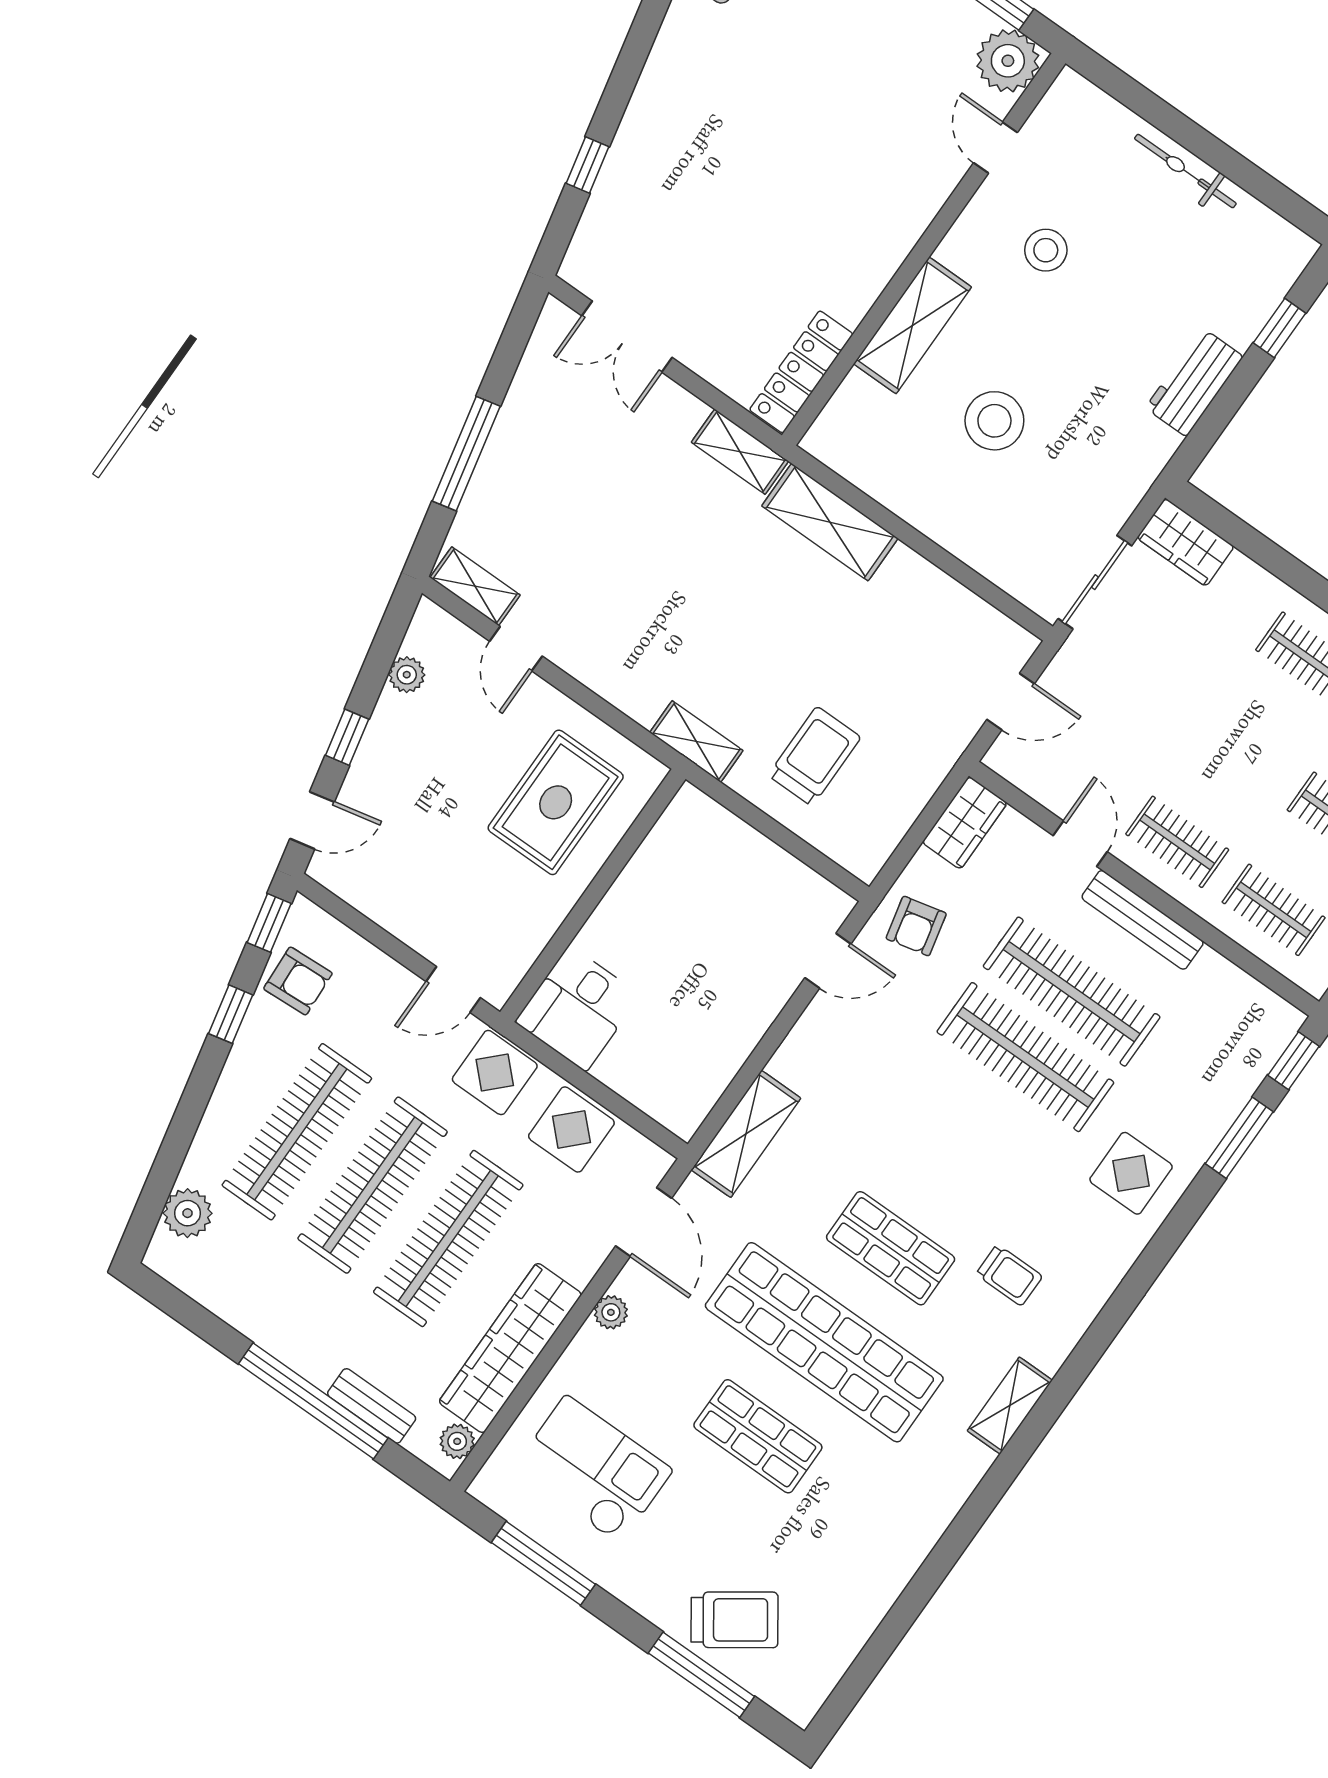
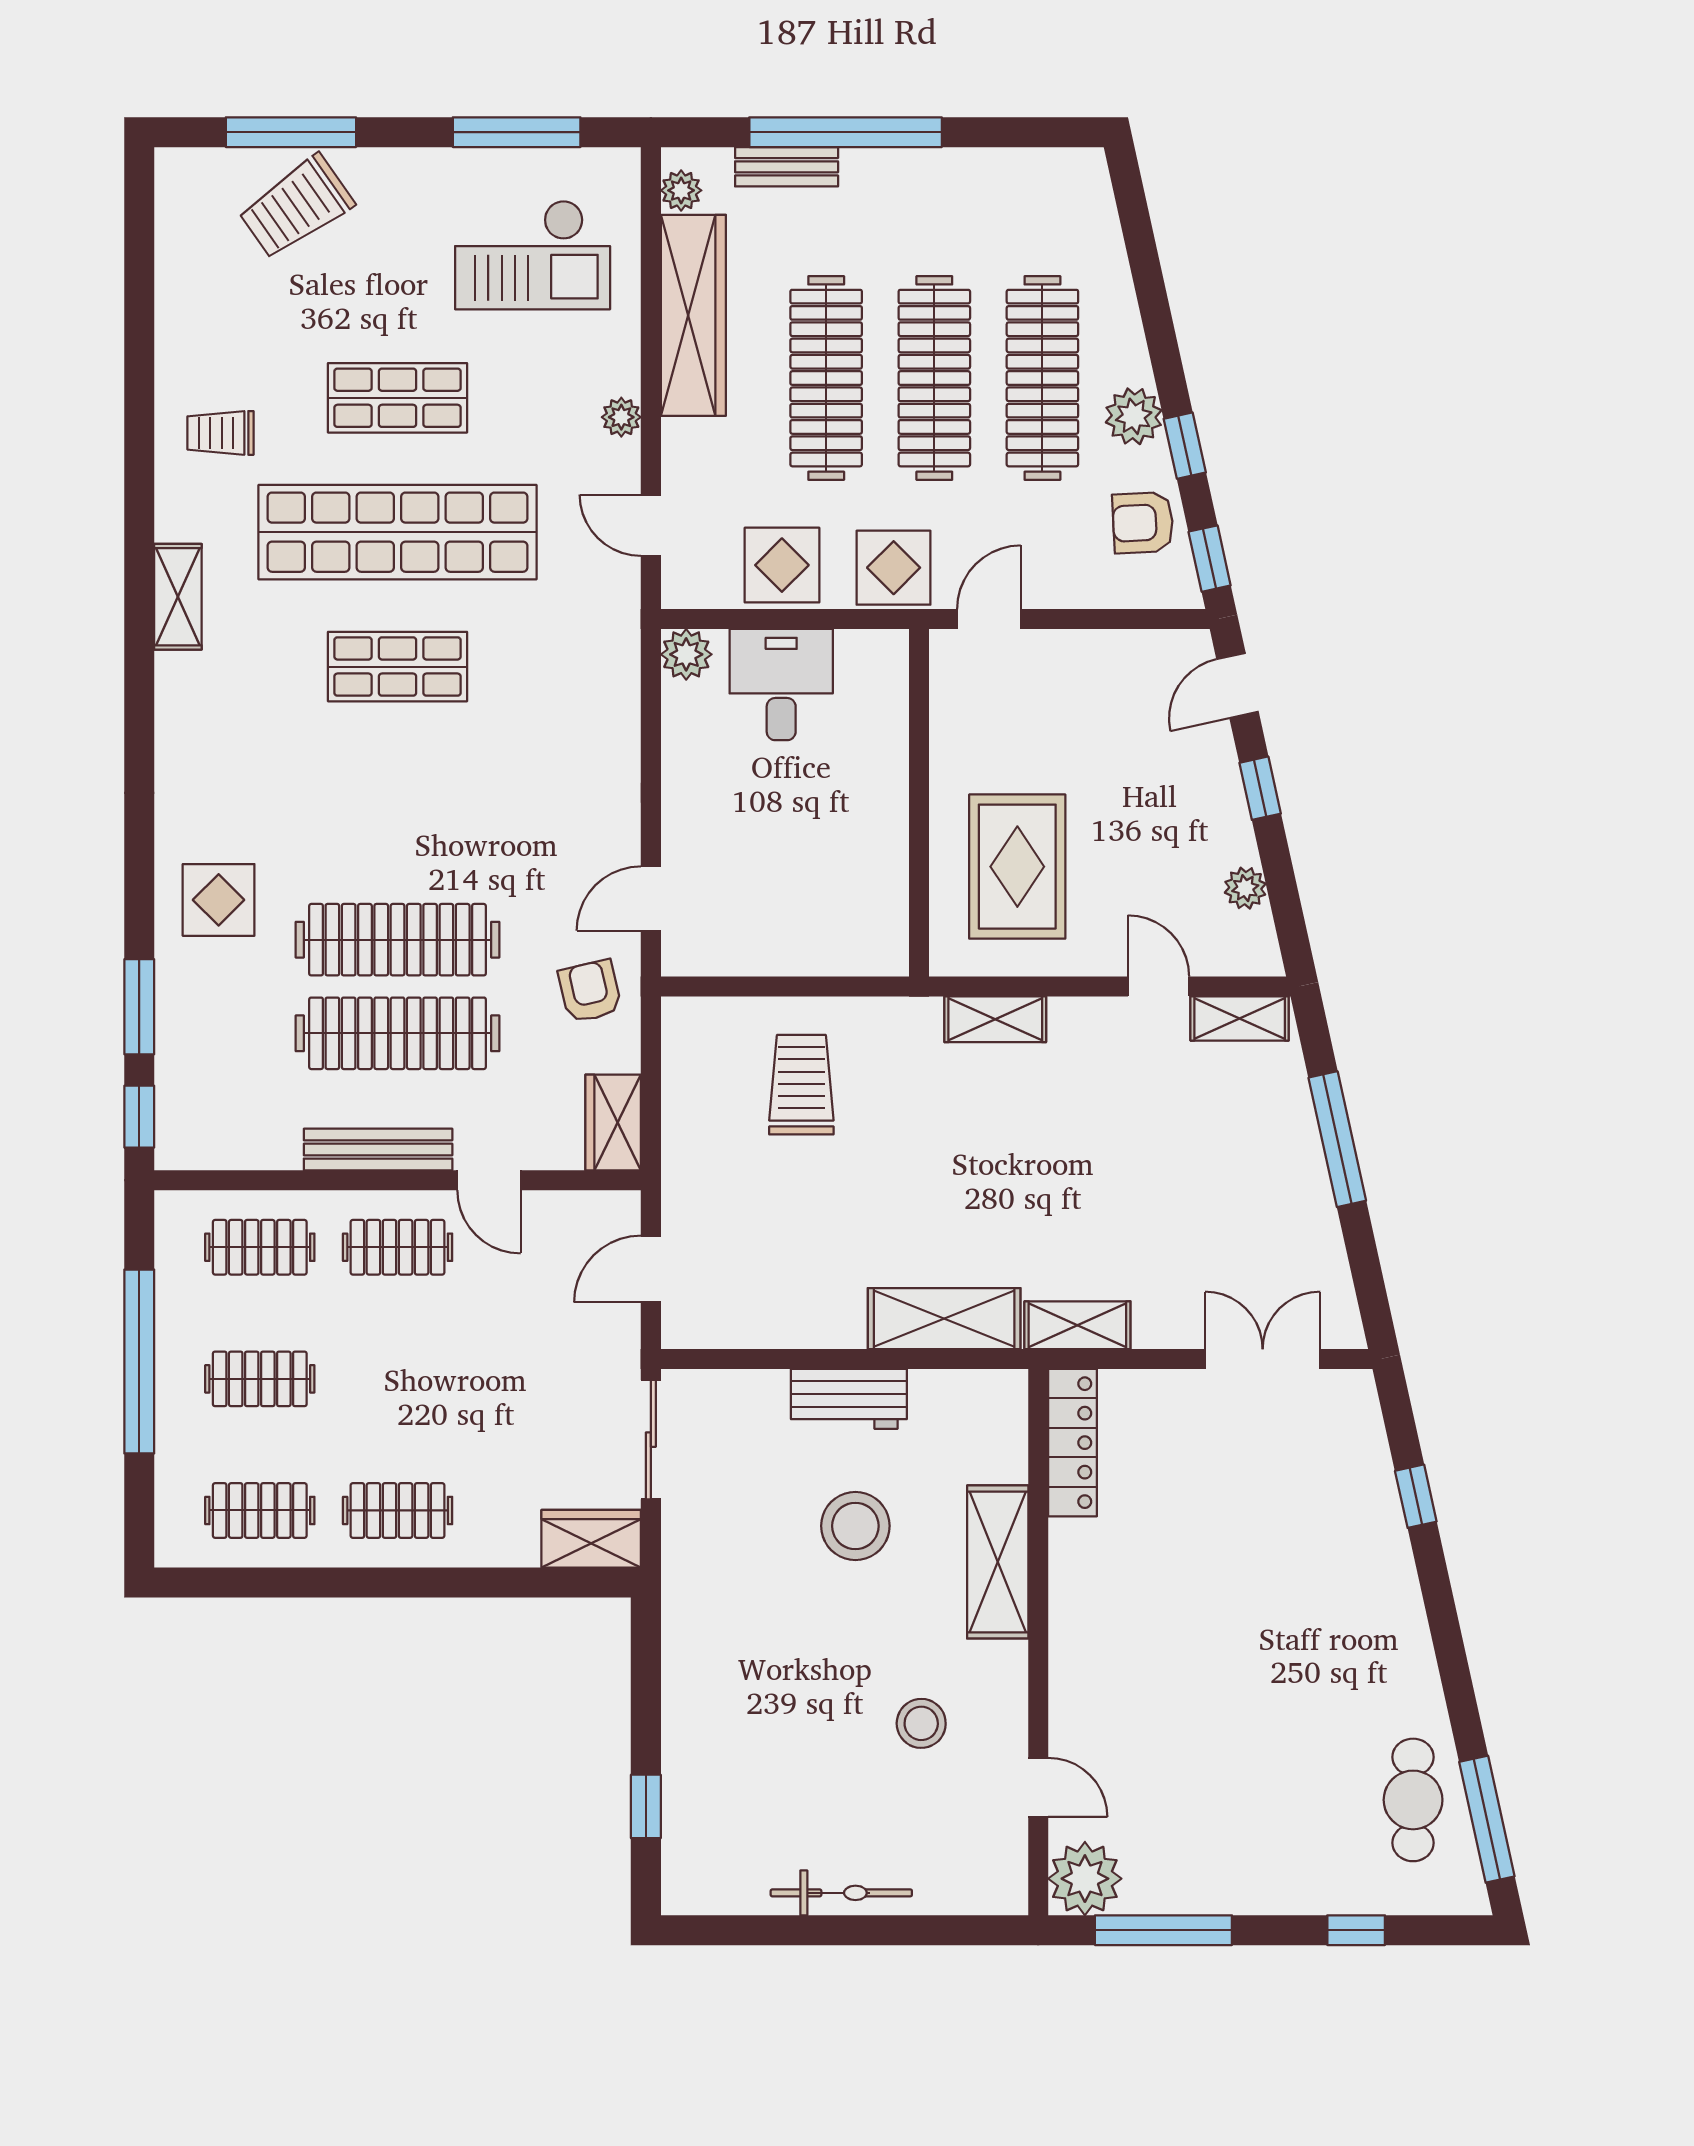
workbench: (1194, 382) -> (849, 1399), moved, turned 90
shelving: (696, 742) -> (995, 1019), moved
trolley: (814, 756) -> (801, 1085), turned 180
desk: (578, 1009) -> (781, 685), moved
plant: (683, 1114) -> (686, 654), added
shelving: (746, 1134) -> (612, 678), removed
plant: (188, 1213) -> (1134, 416), moved
door: (644, 1222) -> (651, 525), width x0.73
trolley: (1009, 1275) -> (221, 433), moved

